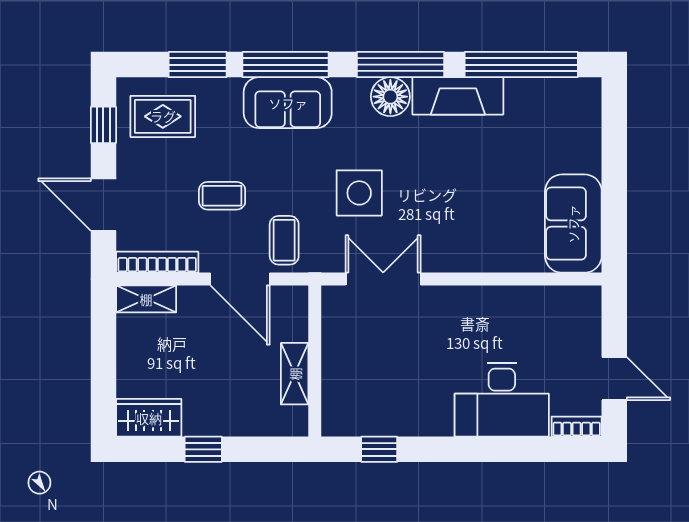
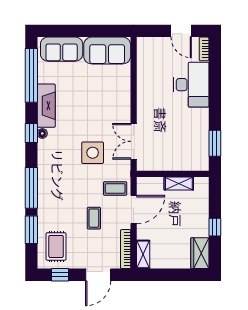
window: (401, 65) -> (31, 133), width x0.46
floor lamp: (390, 97) -> (42, 133), width x0.53, depth x0.53
sofa: (288, 103) -> (62, 49), moved, turned 90
door: (614, 379) -> (181, 31), swing flipped
window: (379, 449) -> (215, 143), width x1.50

